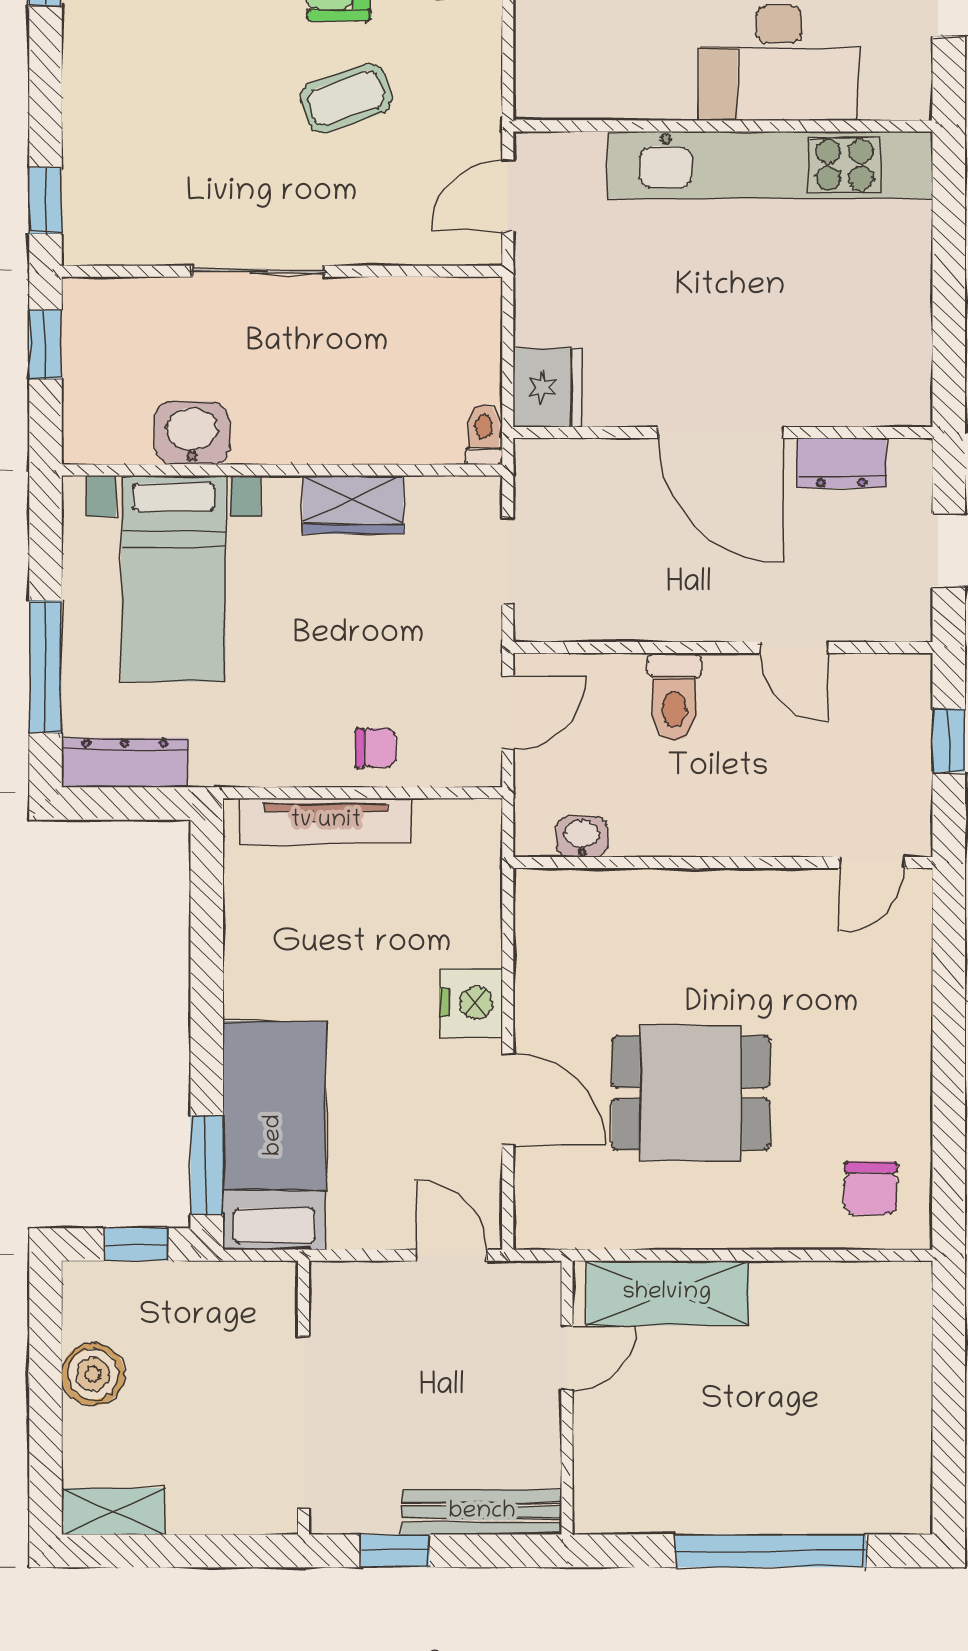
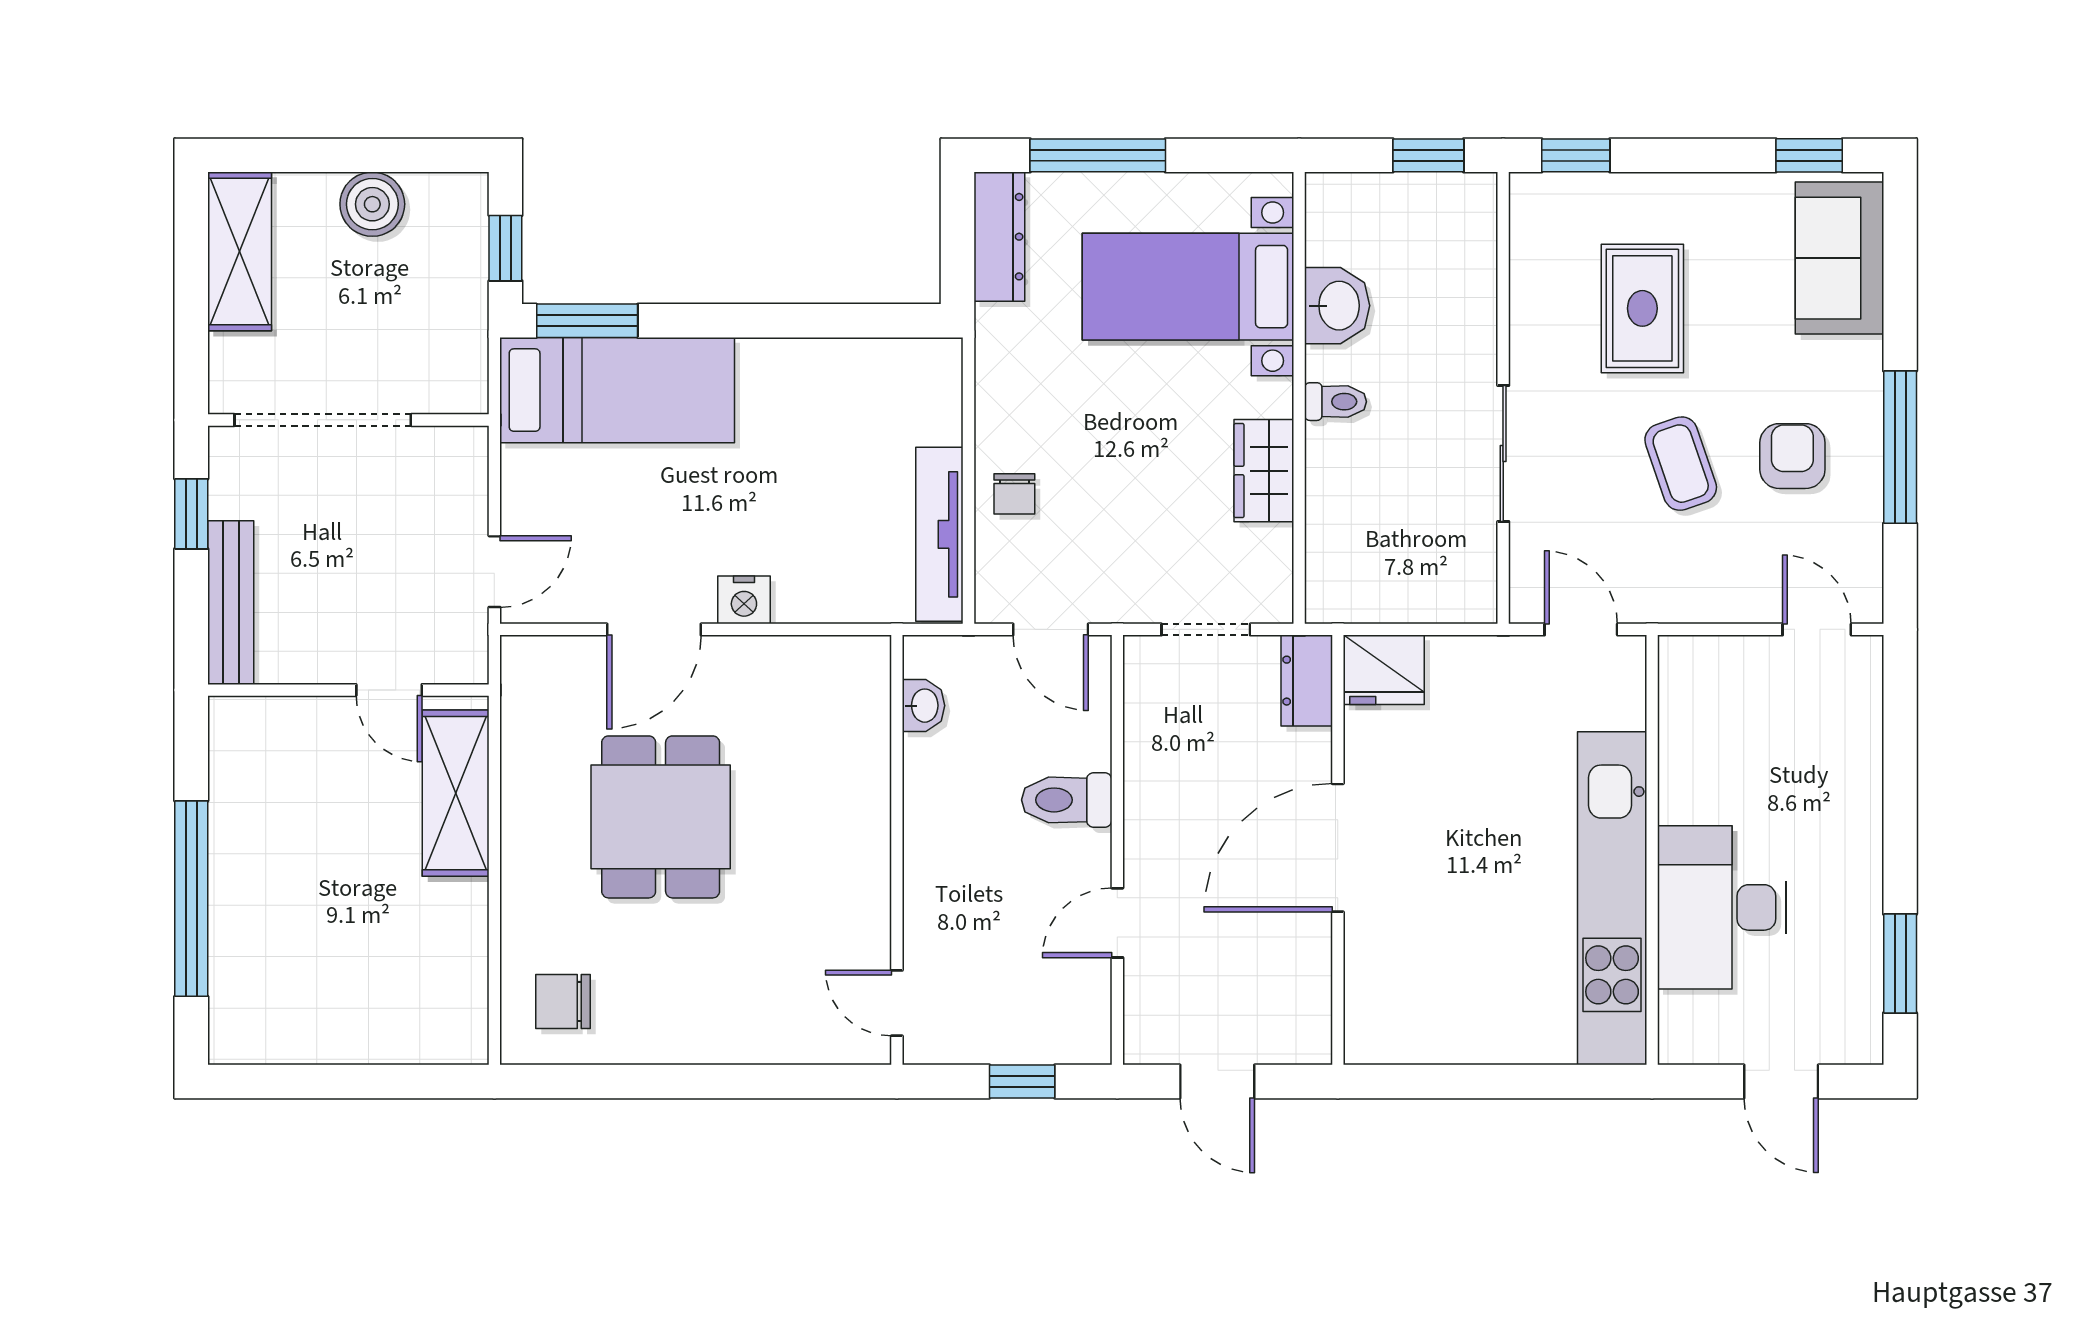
rug: (195, 135) -> (1642, 308), added
sliding door: (258, 271) -> (1503, 453), moved
toilet: (484, 435) -> (1336, 402), moved
dresser: (842, 463) -> (1307, 681), moved
tv unit: (326, 821) -> (939, 534), moved
nightstand: (471, 1003) -> (744, 600), width x0.74, depth x0.75
shelving: (113, 1511) -> (240, 251), width x1.50, depth x1.33

